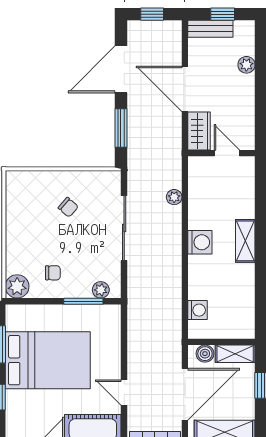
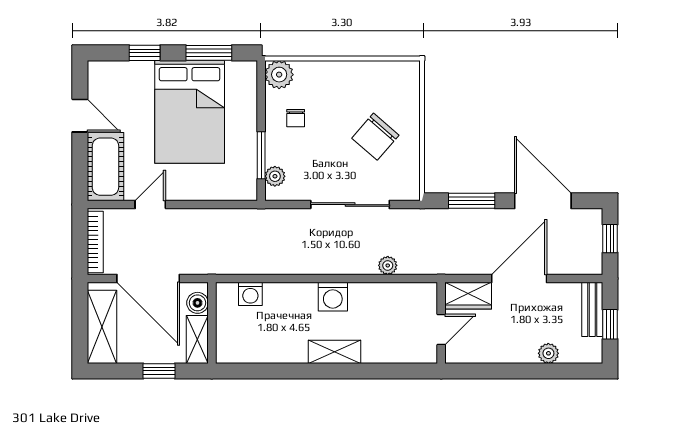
chair: (68, 207) -> (375, 137), width x1.87, depth x1.87

